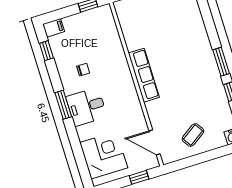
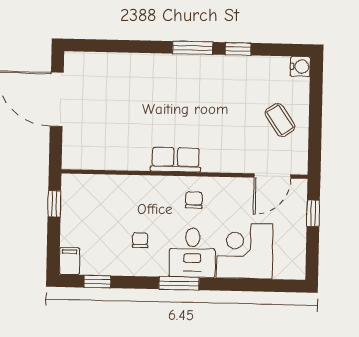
row of seats: (144, 75) -> (176, 160), width x0.68
chair: (121, 96) -> (194, 200), added
corner desk: (104, 155) -> (245, 251), moved

